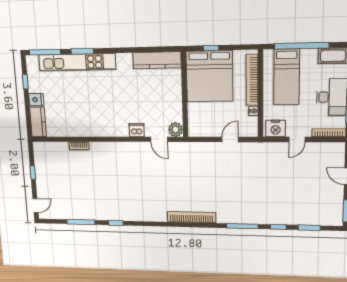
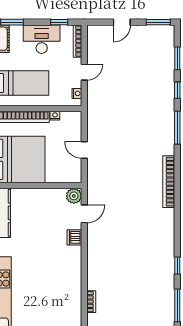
nightstand: (276, 129) -> (77, 93), width x0.53, depth x0.56
door: (230, 139) -> (84, 150), moved
door: (297, 140) -> (84, 72), hinge flipped

